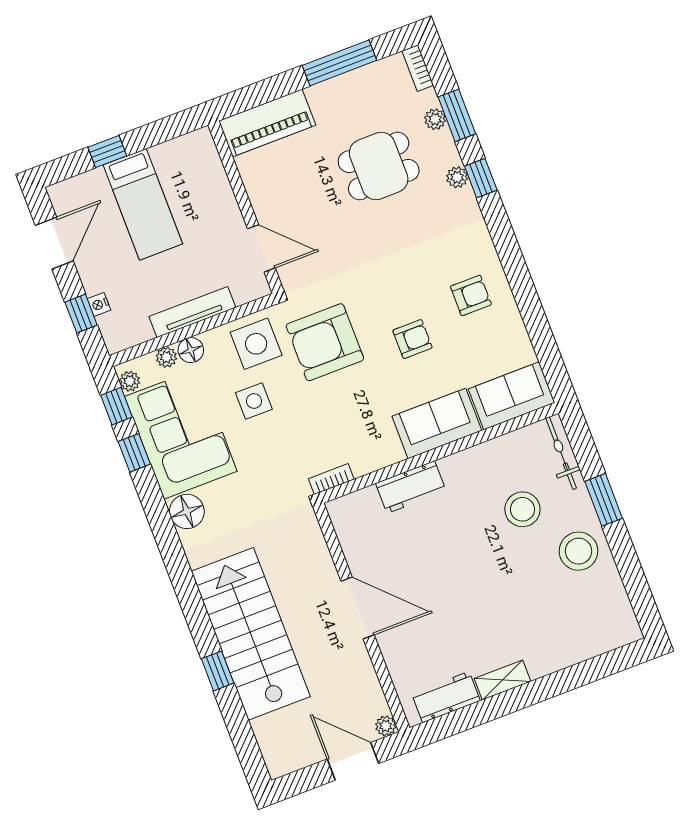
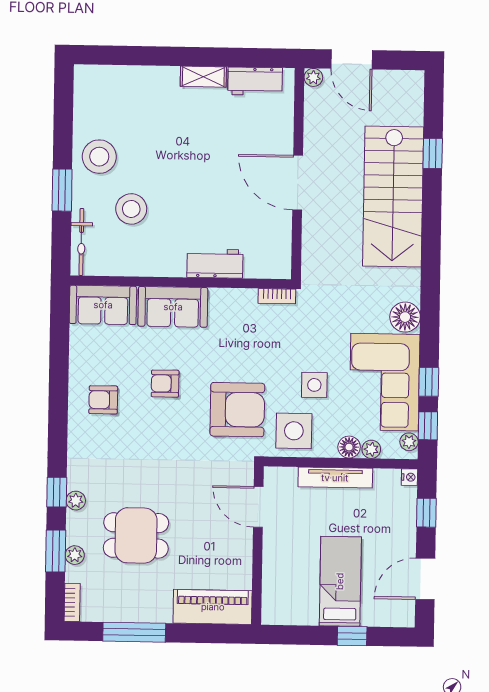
nightstand: (99, 304) -> (409, 477), moved
window: (218, 671) -> (433, 153), moved

